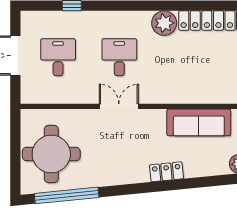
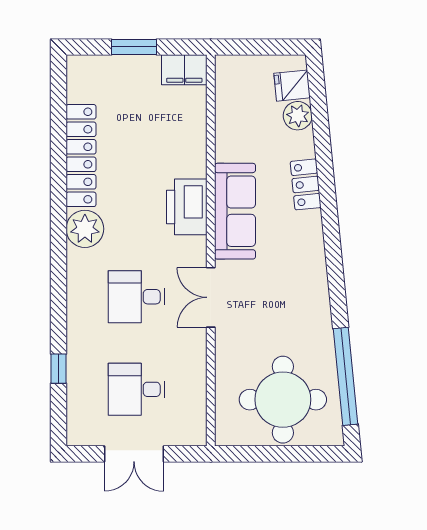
printer: (179, 90) -> (187, 207), added
sofa: (199, 122) -> (235, 211), moved
locker: (166, 172) -> (306, 184), moved

